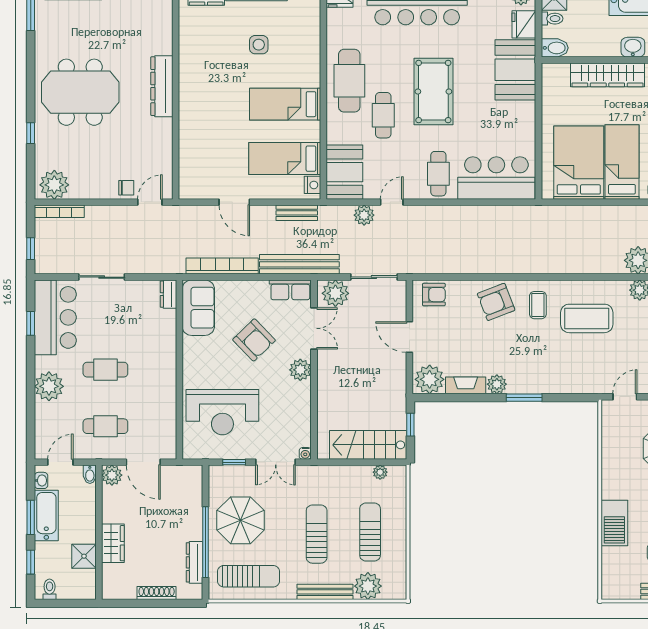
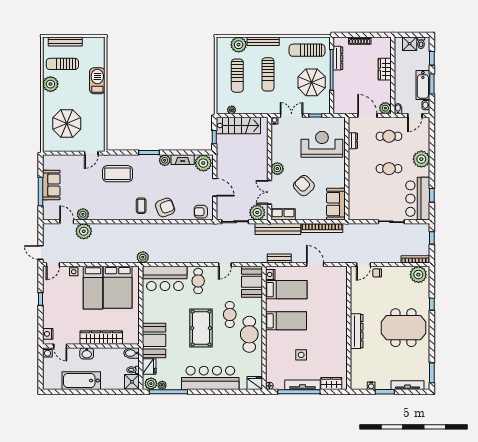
plant: (364, 215) -> (143, 257), moved
dresser: (168, 294) -> (353, 141), moved
coffee table: (587, 318) -> (118, 174), moved
shower: (84, 556) -> (410, 44), moved

